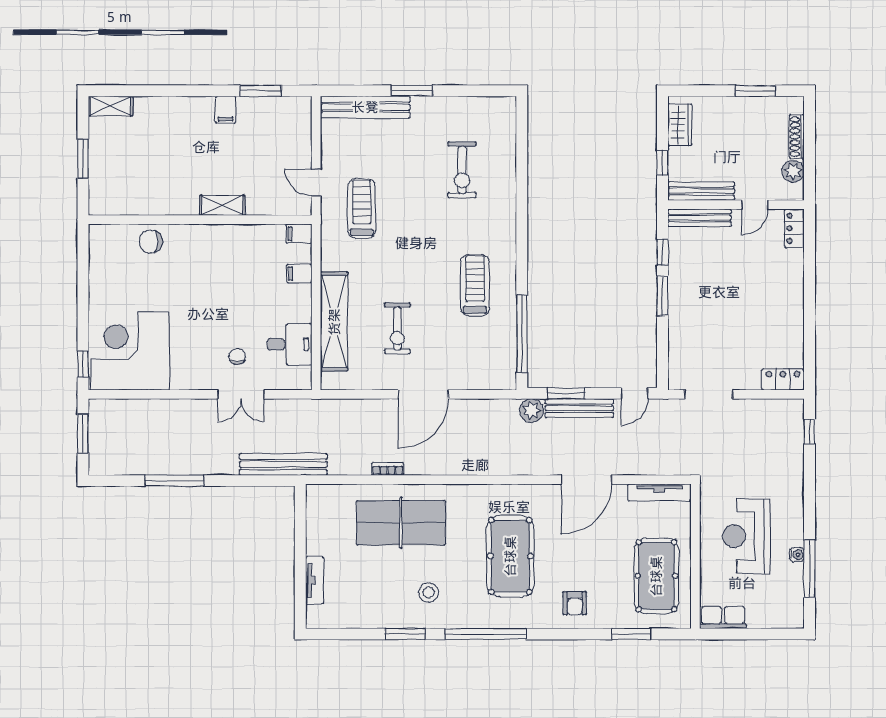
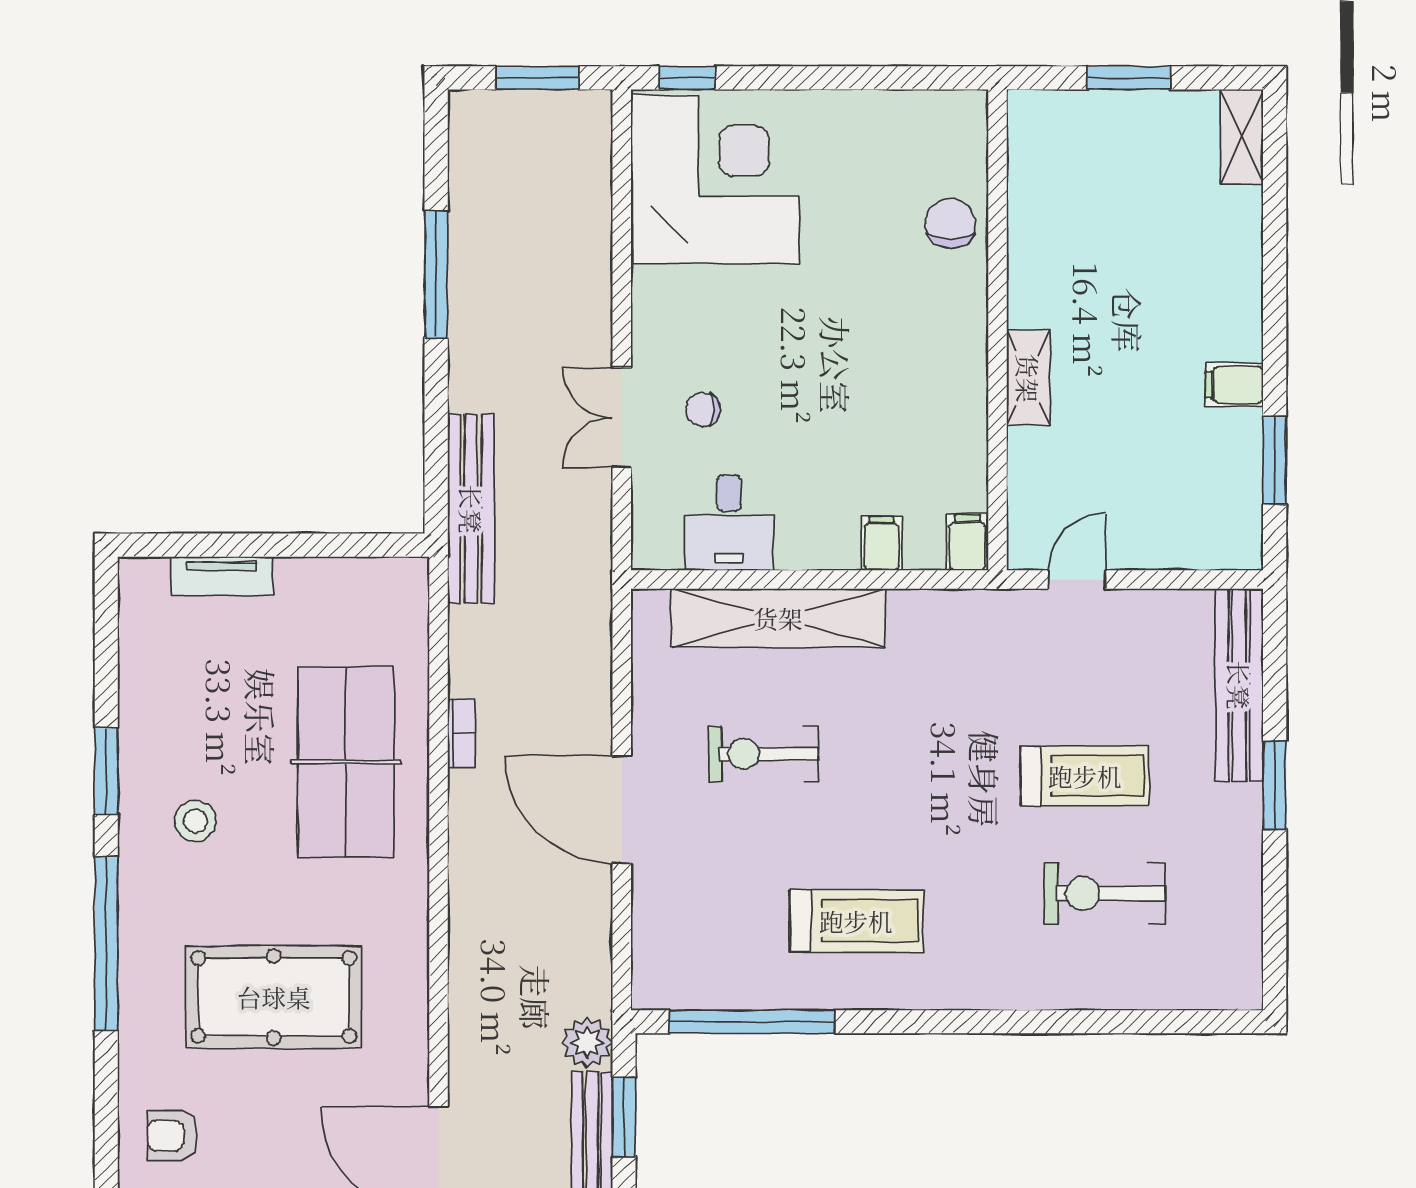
treadmill: (362, 208) -> (1085, 776), moved
chair: (237, 357) -> (703, 410), turned 180

